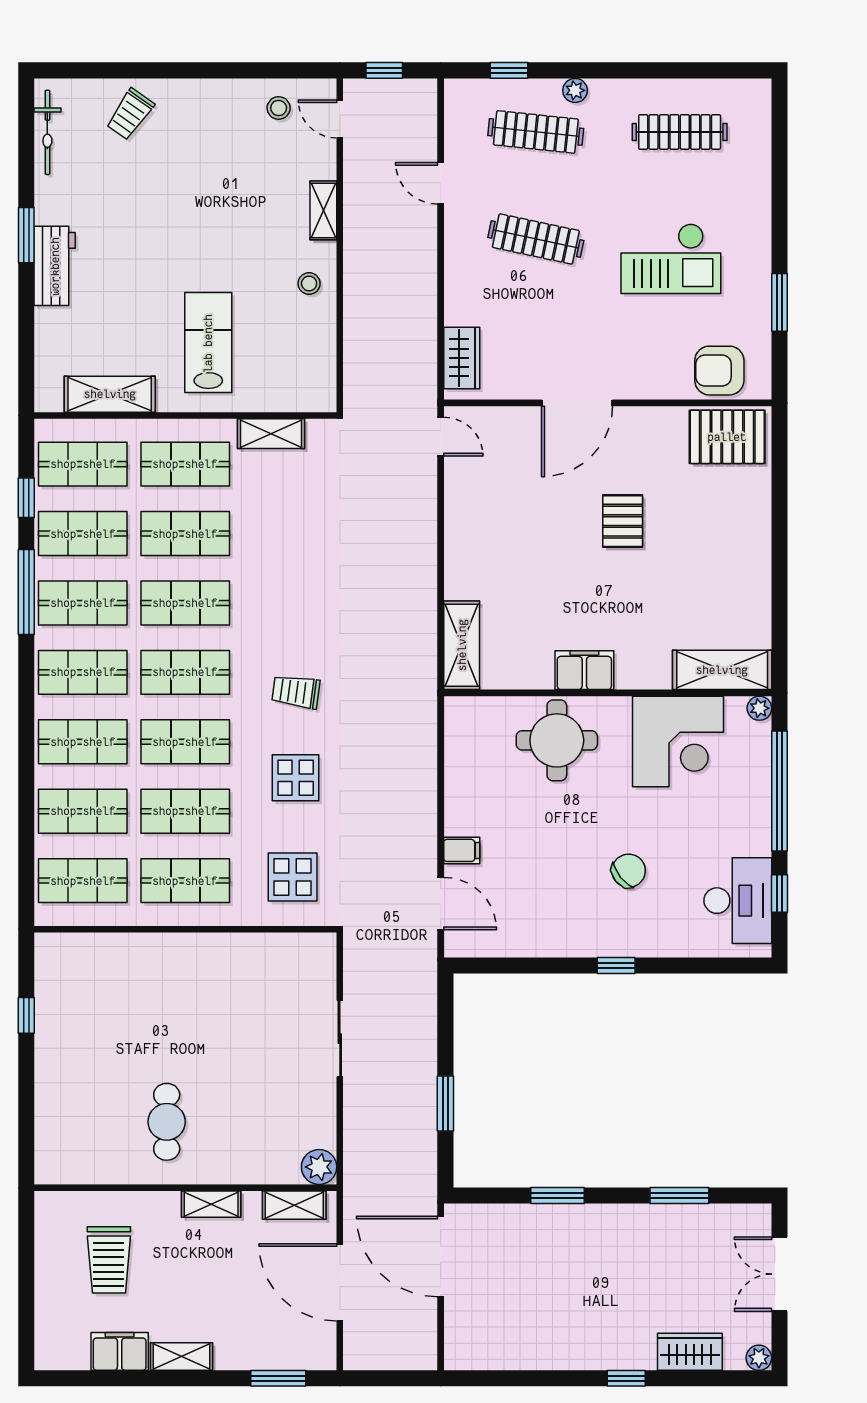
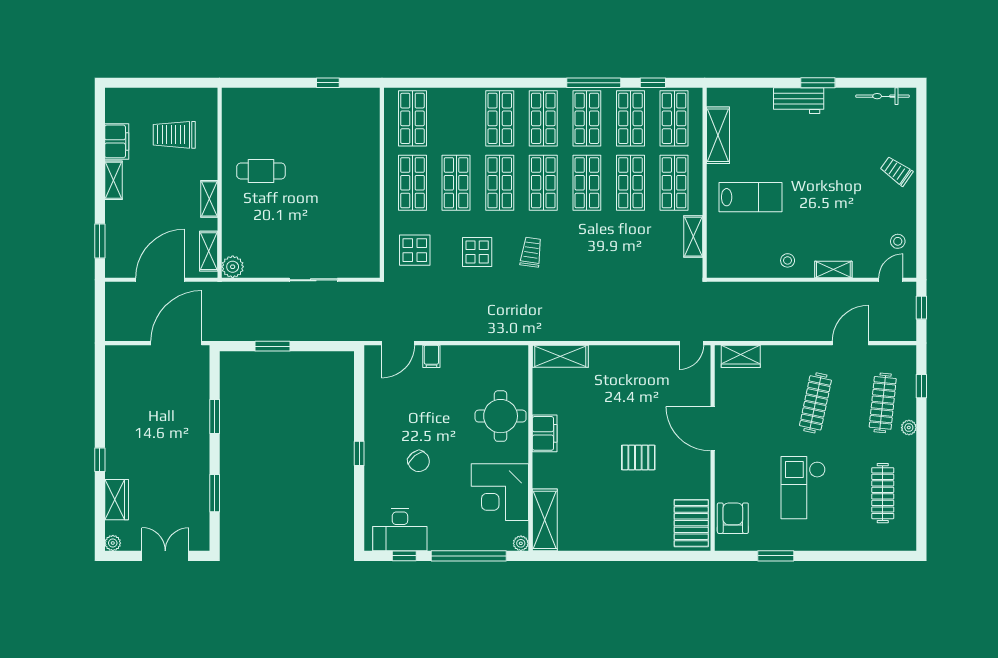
trolley: (130, 114) -> (896, 171), moved
door: (441, 183) -> (850, 343), width x1.38
shop shelf: (83, 811) -> (456, 118), removed

